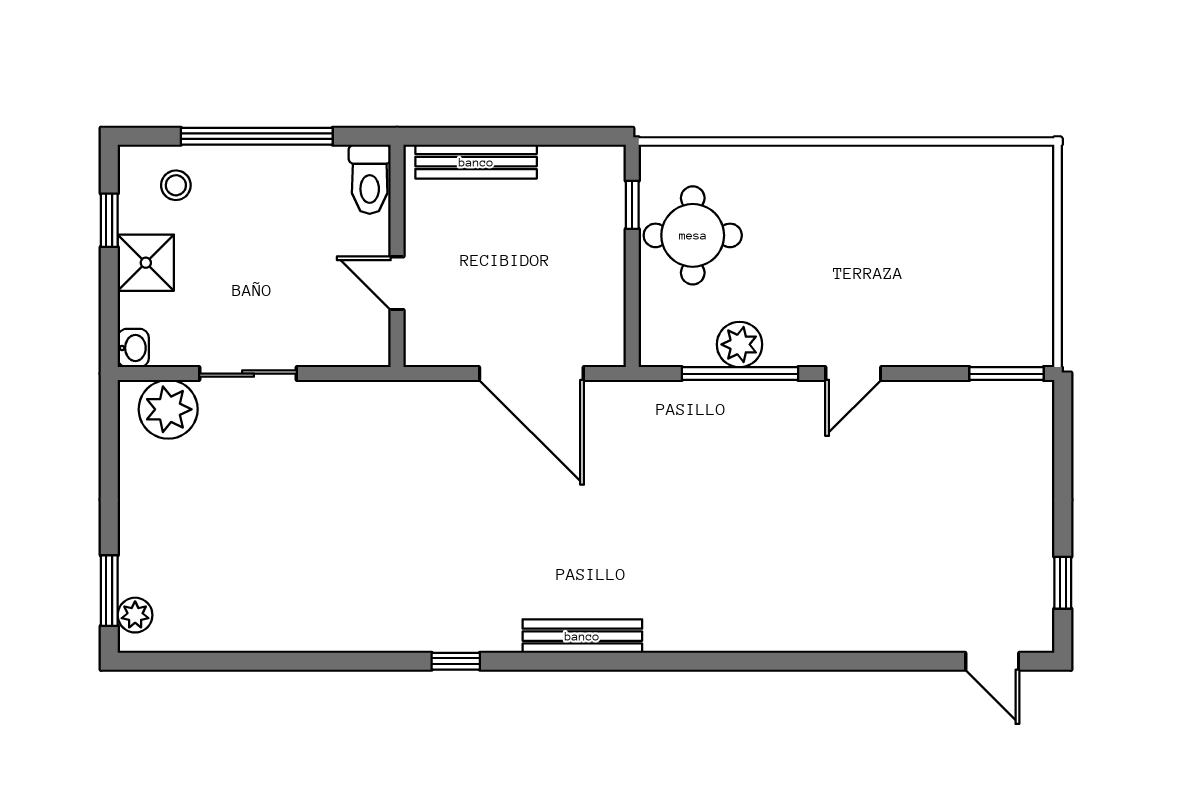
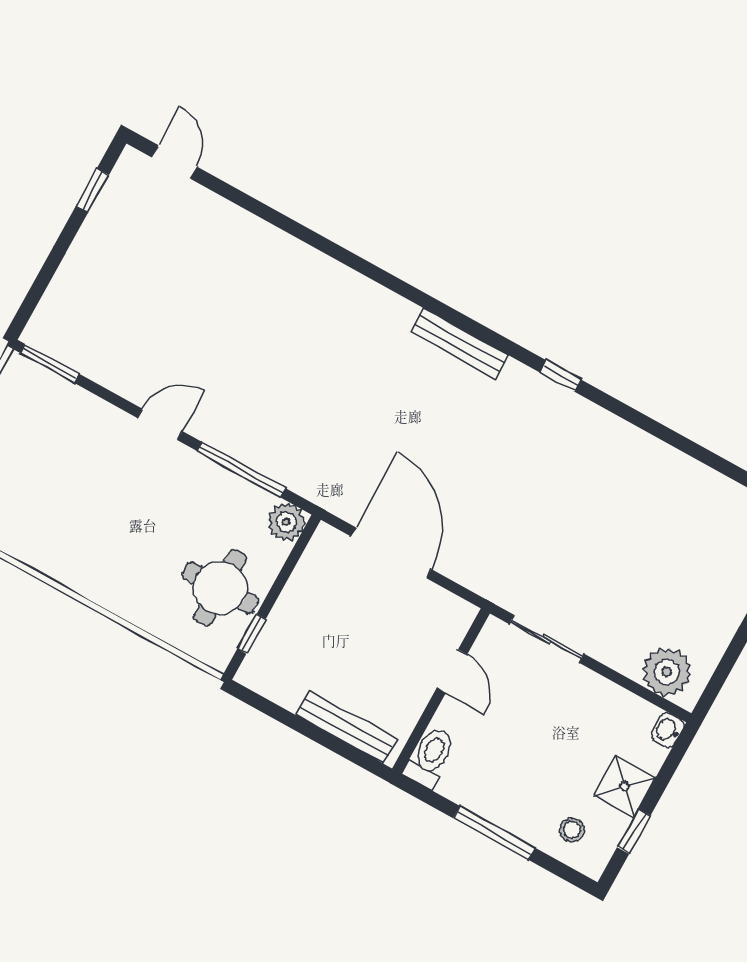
window: (257, 136) -> (494, 833), width x0.68
plant: (740, 344) -> (286, 522), moved
sliding door: (248, 374) -> (547, 639), moved

